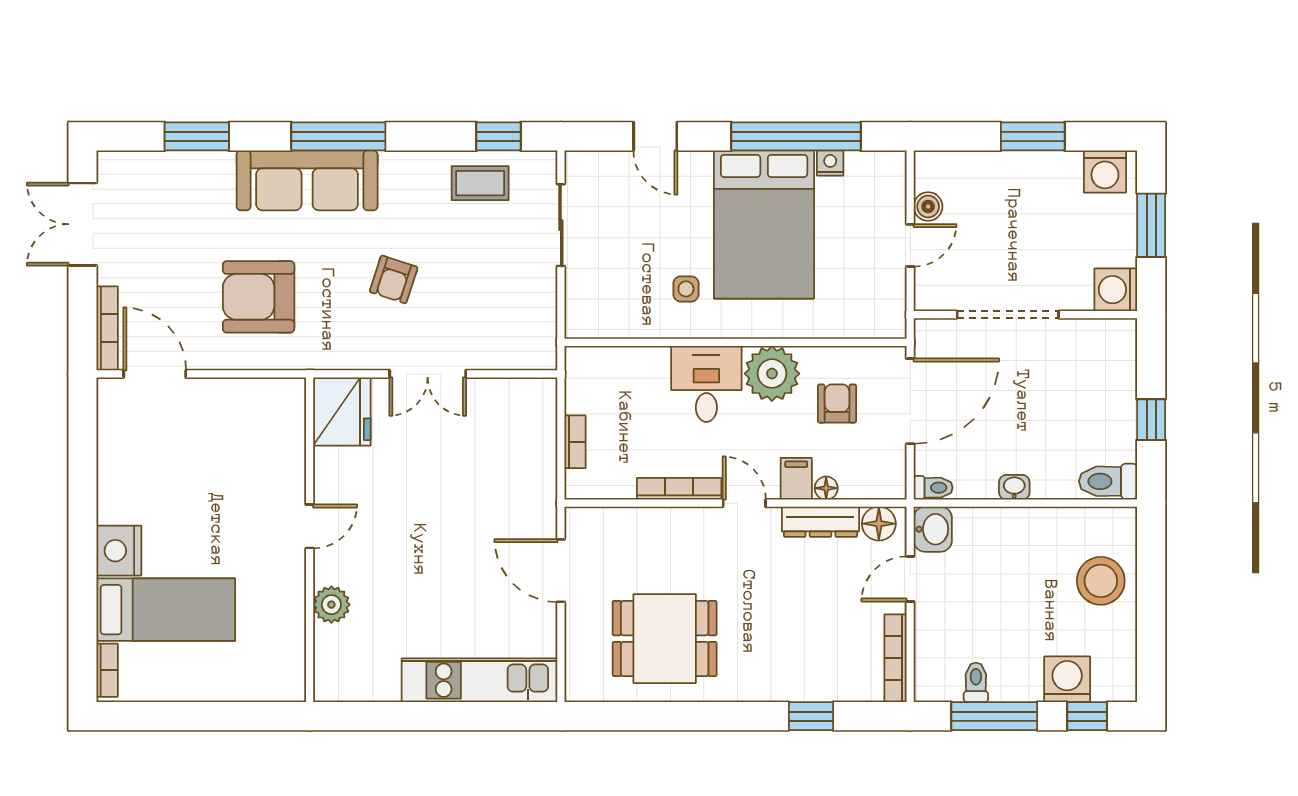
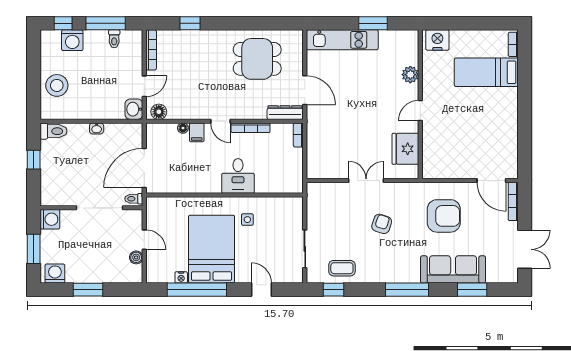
sofa: (307, 180) -> (453, 269), moved
door: (910, 245) -> (144, 240), swing flipped
plant: (772, 374) -> (208, 181), removed
armchair: (837, 404) -> (178, 167), removed
fridge: (342, 411) -> (405, 149), moved
bookcase: (575, 442) -> (298, 135), moved
toilet: (933, 488) -> (134, 199), moved
dresser: (820, 522) -> (285, 113), moved
nightstand: (119, 551) -> (437, 40), moved, turned -90
window: (413, 716) -> (373, 23), added

